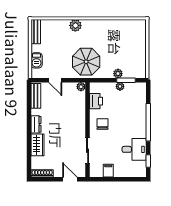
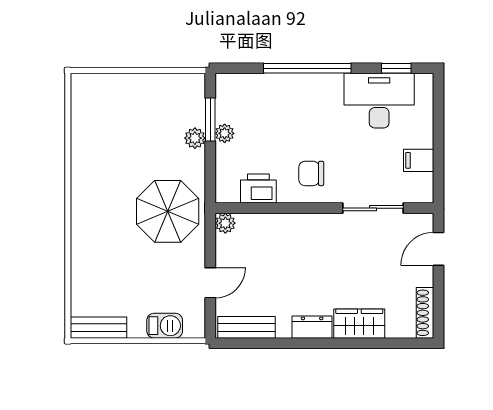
plant: (75, 25) -> (84, 236), removed
desk: (134, 149) -> (379, 101), width x1.37

